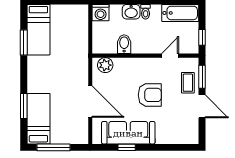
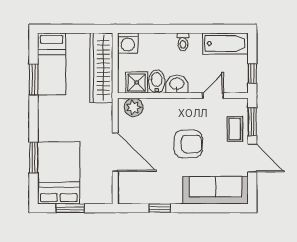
washbasin: (131, 12) -> (177, 84), moved, turned 180
wardrobe: (79, 33) -> (101, 68), added
shower: (108, 45) -> (137, 83), added
bed: (38, 119) -> (59, 173), width x1.50
sofa: (128, 133) -> (216, 190), moved
window: (53, 147) -> (70, 208), width x0.69

